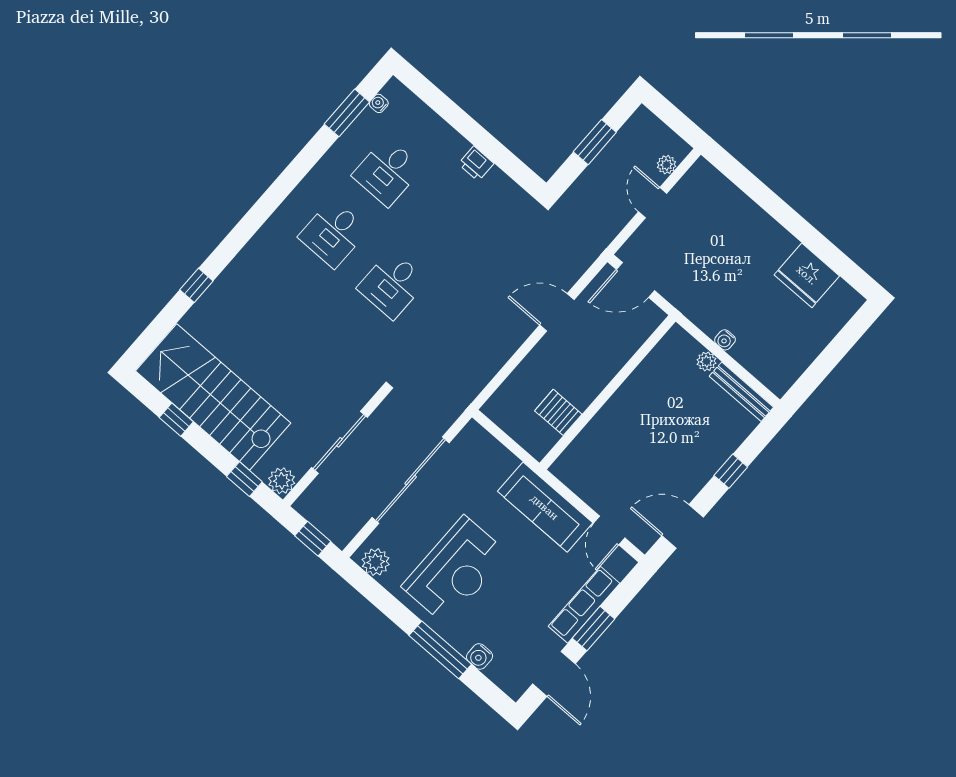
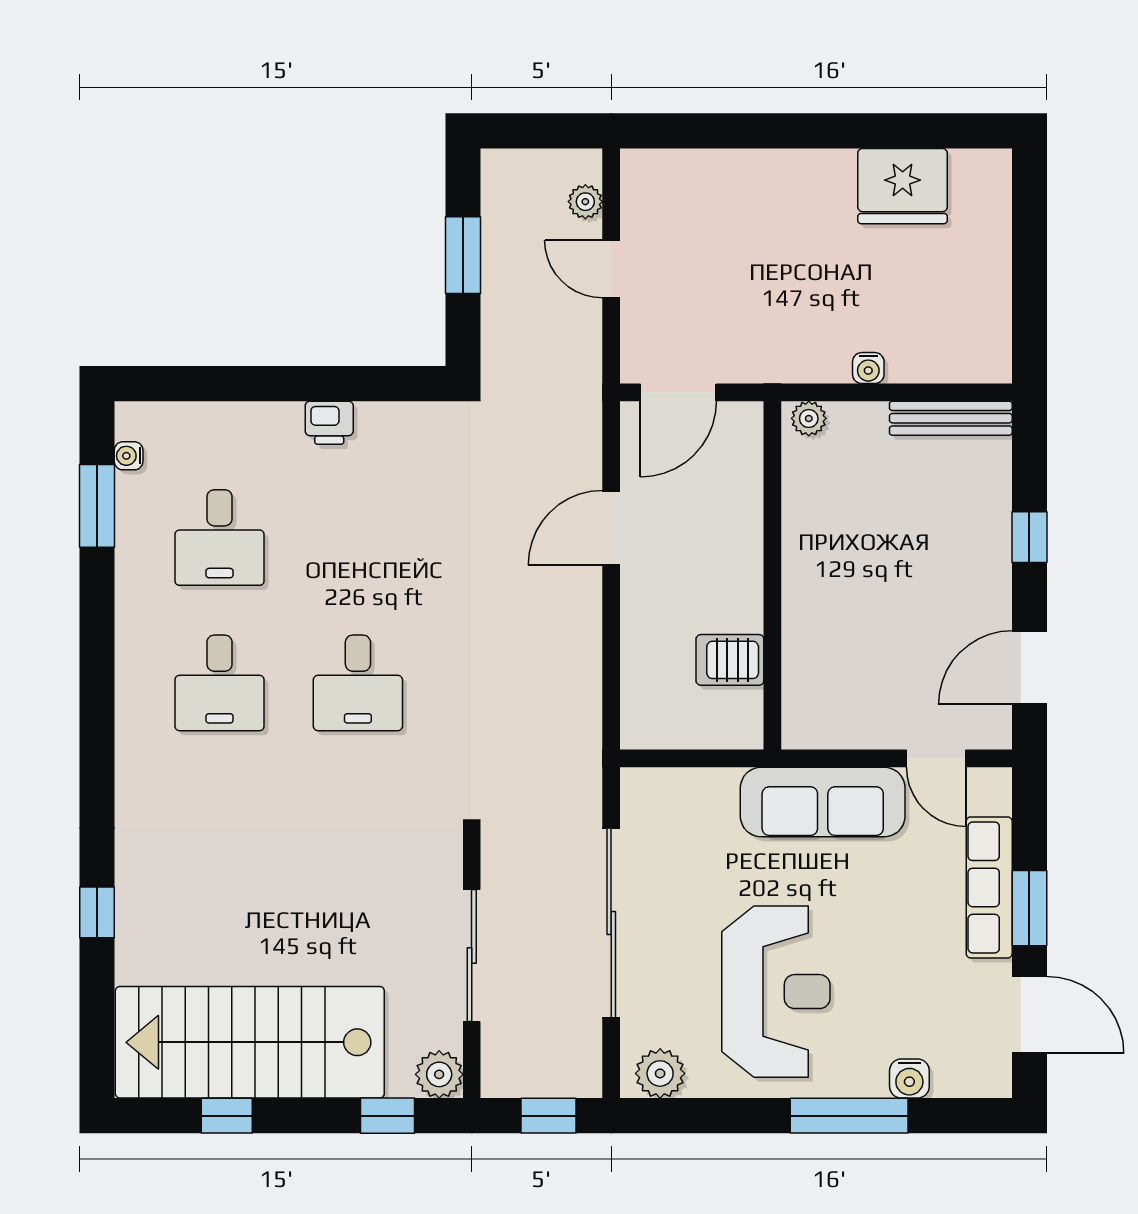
plant: (706, 361) -> (809, 418), moved

